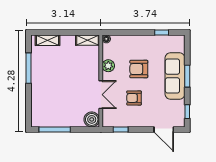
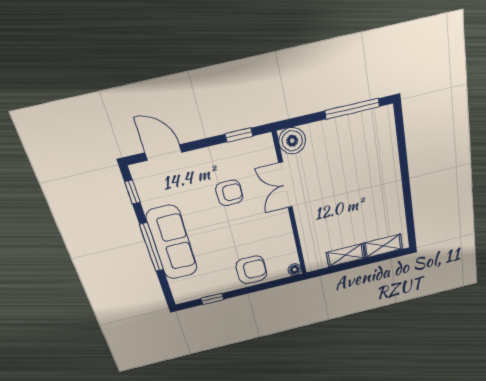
shelving: (88, 40) -> (346, 255), moved
plant: (108, 66) -> (283, 232), removed
window: (28, 68) -> (407, 199), removed
armchair: (139, 69) -> (251, 270), moved
window: (187, 76) -> (152, 247), width x1.44

